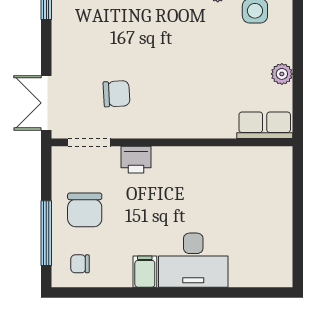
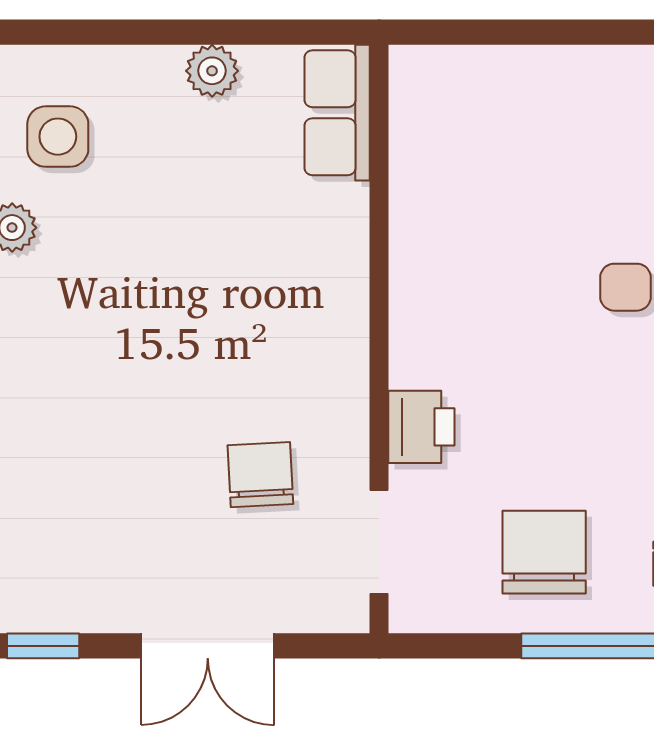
double door: (46, 103) -> (208, 646), moved
chair: (85, 210) -> (544, 552), turned -90

